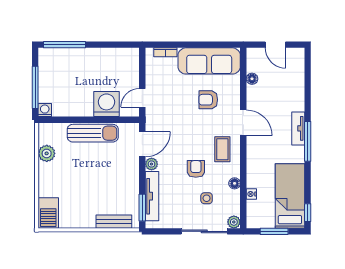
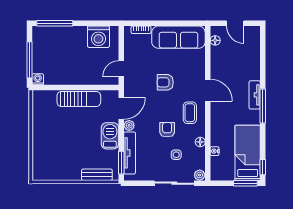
floor lamp: (252, 79) -> (215, 40), moved
armchair: (208, 100) -> (165, 82), moved
washing machine: (106, 104) -> (98, 37), moved, turned 180
plant: (47, 153) -> (39, 116), removed
barbecue: (48, 213) -> (110, 136), moved, turned 180
window: (274, 231) -> (245, 183), moved

